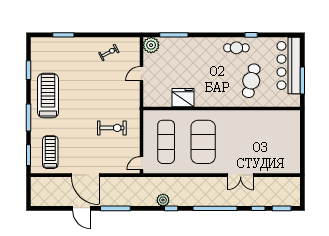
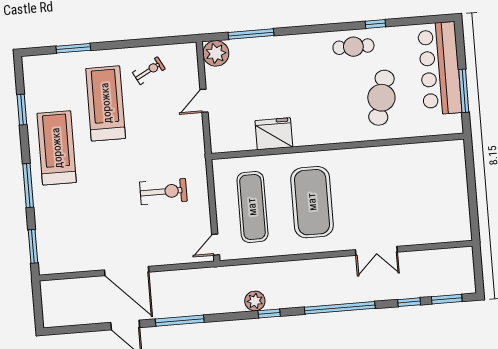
treadmill: (50, 152) -> (106, 103), moved, width x1.37, depth x1.38

